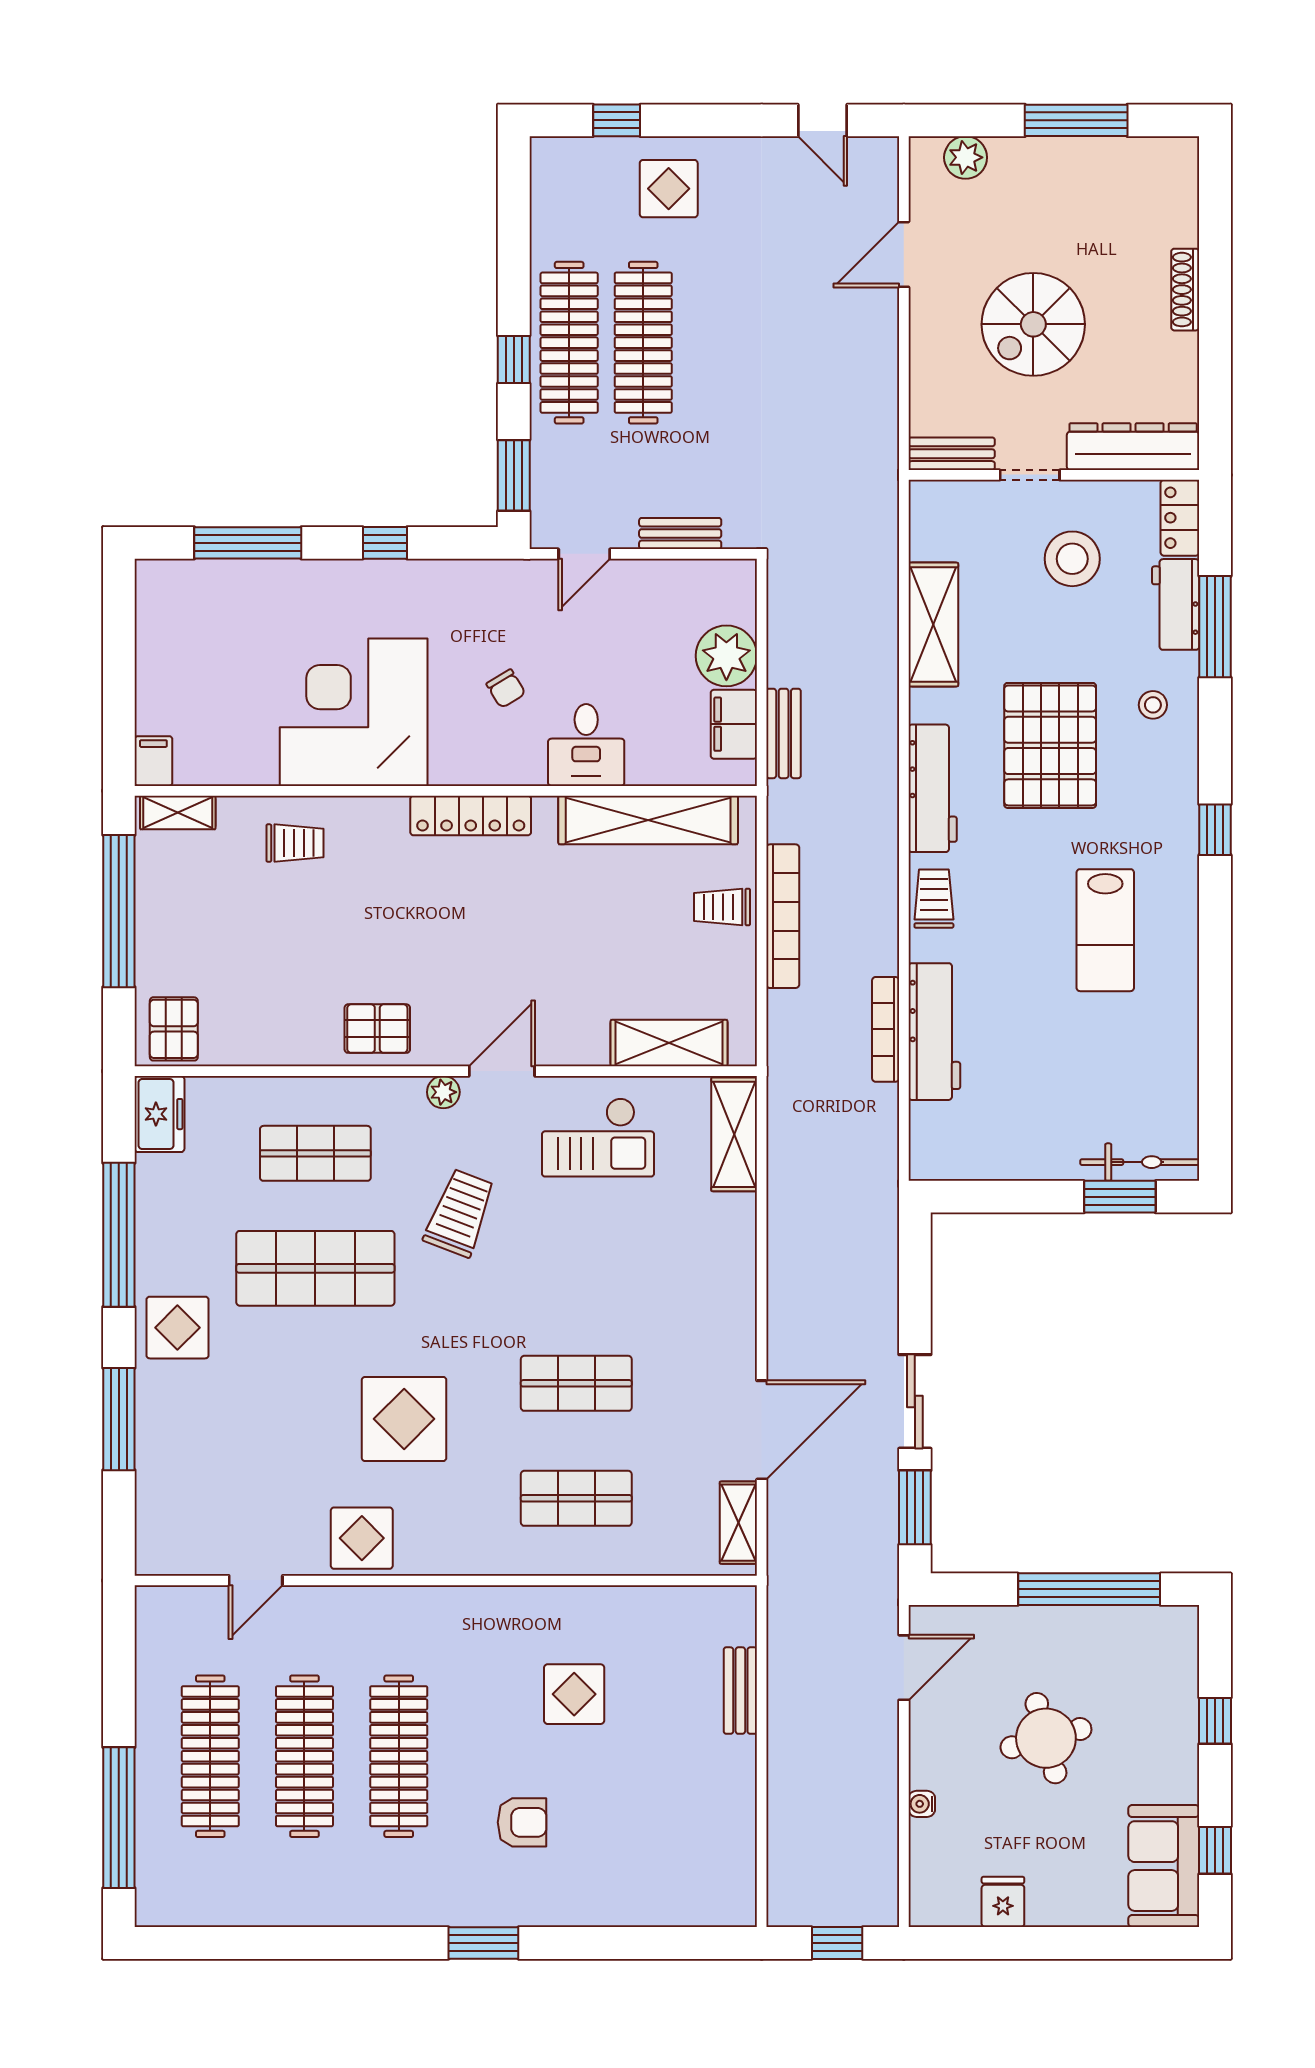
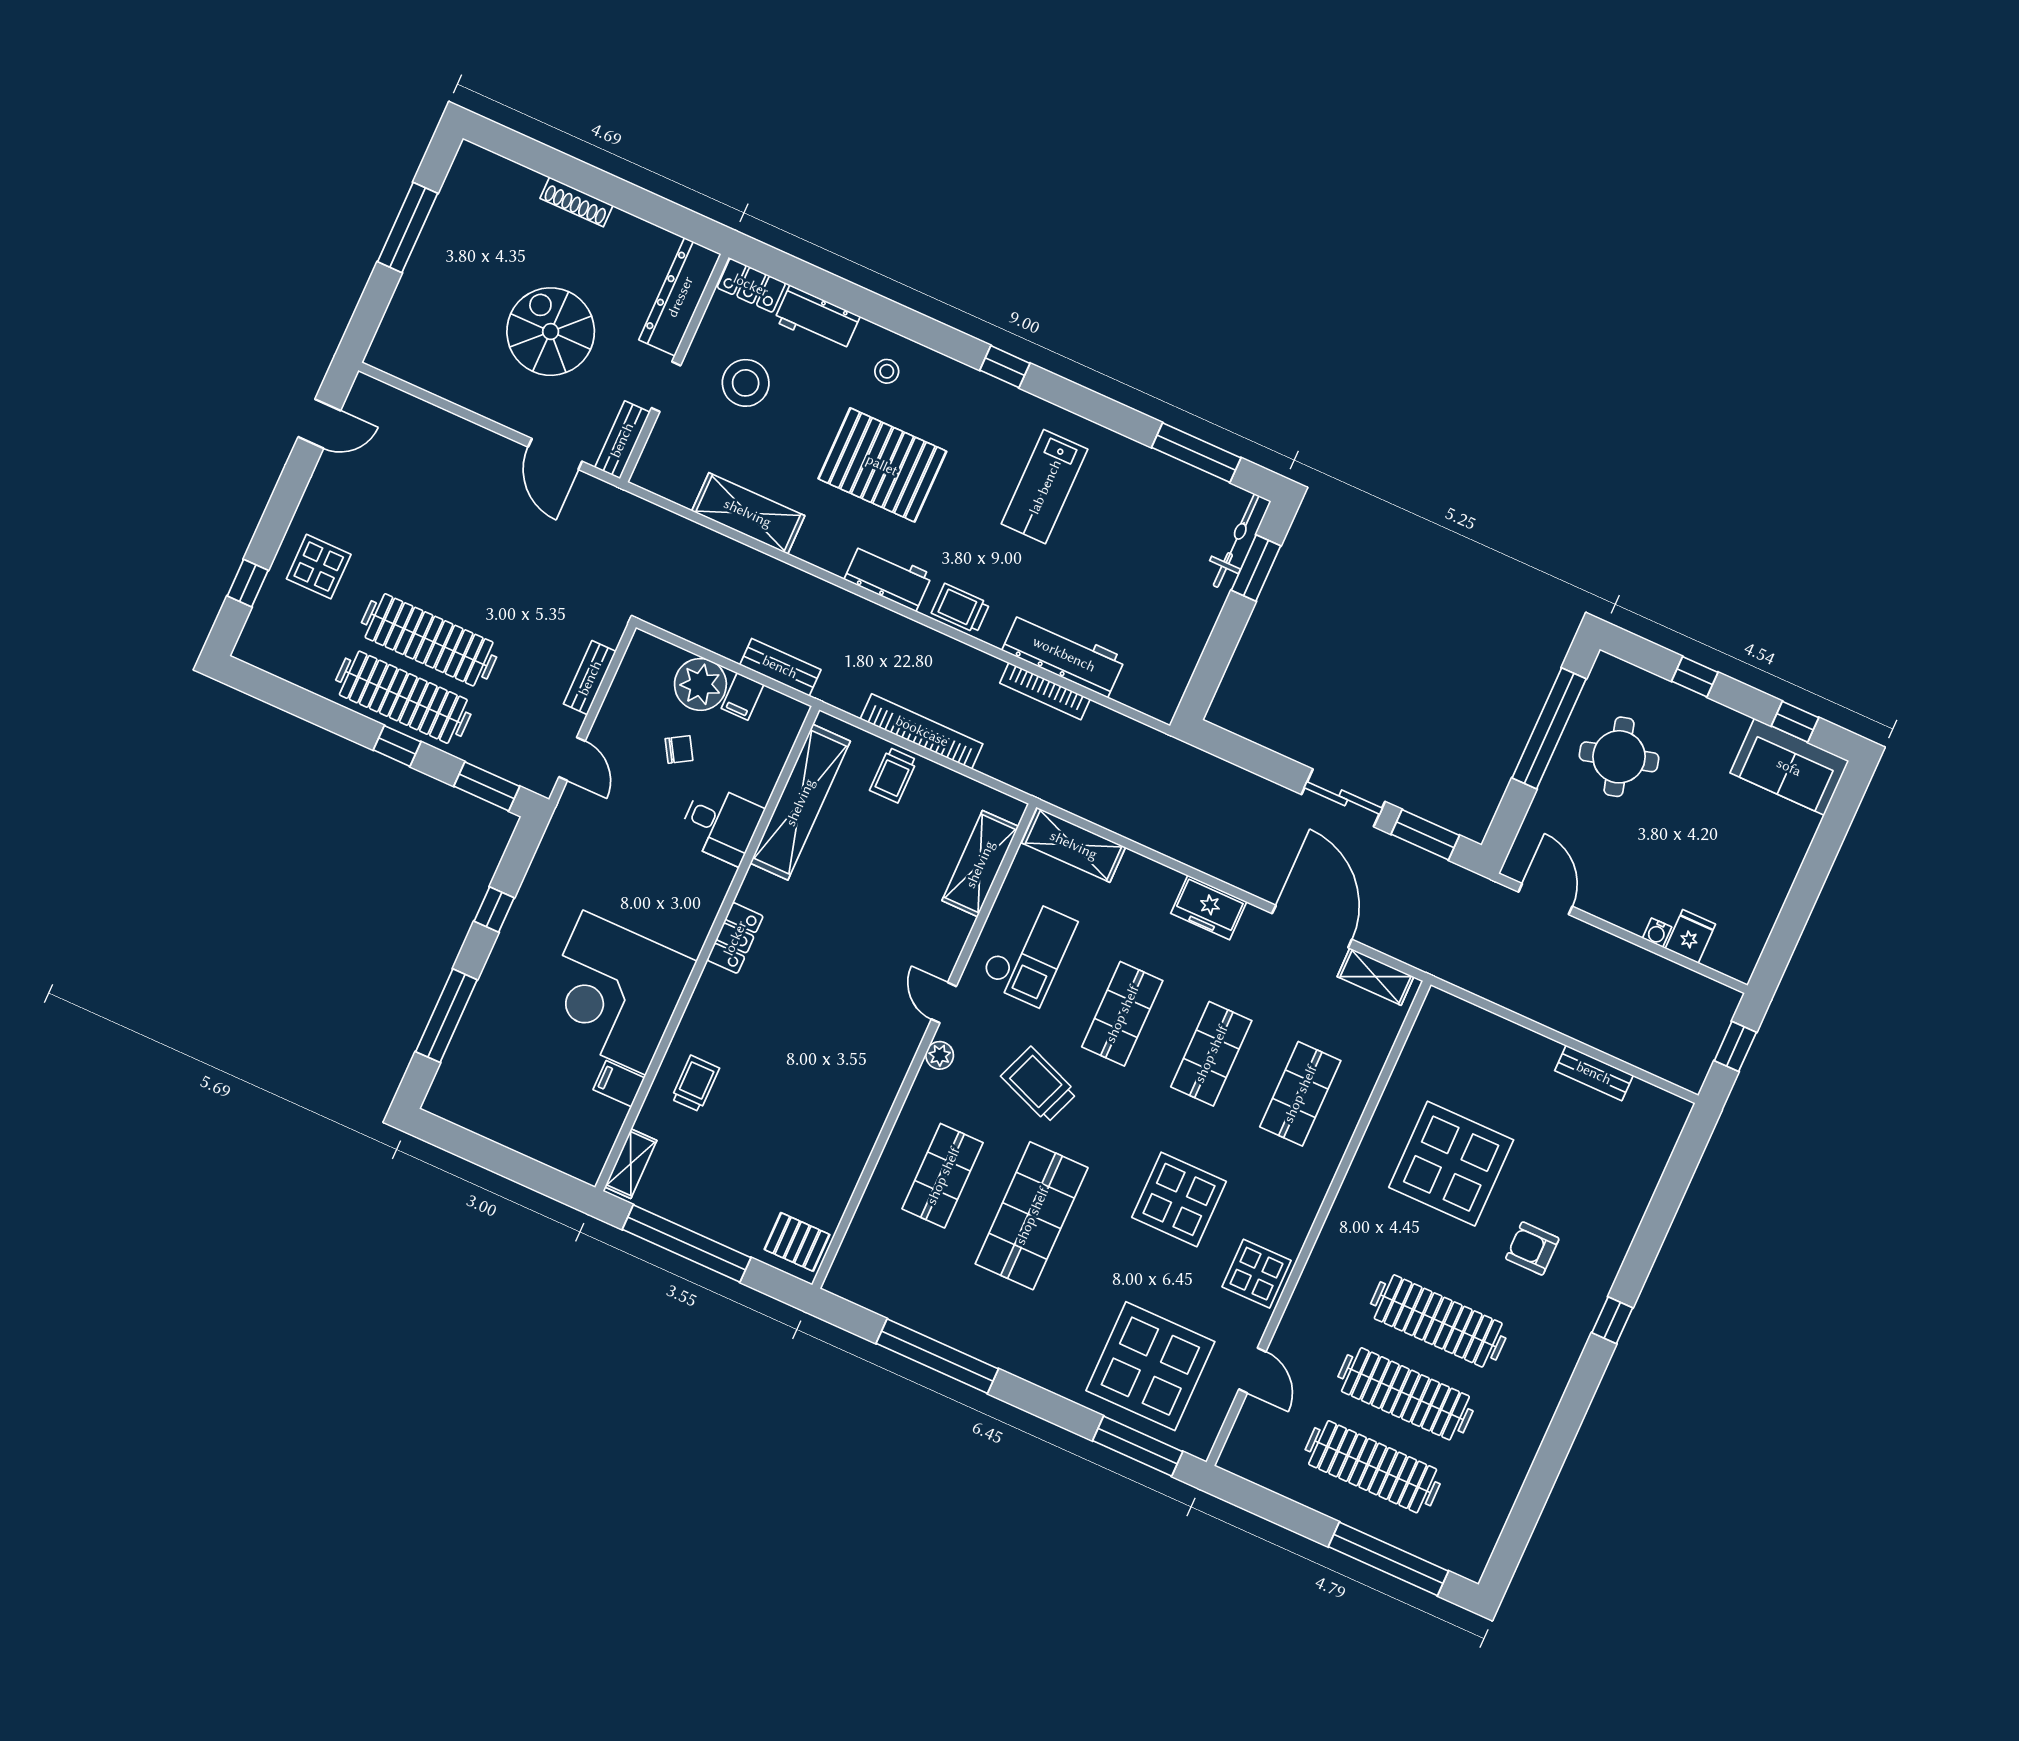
plant: (966, 157) -> (398, 326), removed
door: (904, 254) -> (555, 454), moved
spiral stairs: (1033, 324) -> (551, 332), turned 180
window: (1215, 627) -> (1196, 453), moved
chair: (506, 689) -> (679, 749), moved
filing cabinet: (734, 724) -> (743, 696), width x0.50
filing cabinet: (153, 761) -> (619, 1084), moved
workbench: (933, 788) -> (888, 577), width x0.73
locker: (471, 815) -> (735, 938), width x0.66
lab bench: (1105, 930) -> (1045, 487), turned 90
pallet: (377, 1029) -> (868, 1084), removed
door: (502, 1071) -> (944, 1003), width x0.73
freezer: (159, 1114) -> (1209, 908), moved, turned 180
shop shelf: (576, 1268) -> (1122, 1014), added
display table: (177, 1328) -> (1150, 1366), moved, width x1.86, depth x1.86
window: (119, 1419) -> (1138, 1446), moved
bench: (740, 1691) -> (1594, 1073), moved
display table: (574, 1694) -> (1451, 1164), width x1.86, depth x1.86
round table: (1046, 1738) -> (1619, 757), moved
armchair: (522, 1822) -> (1532, 1248), turned -90
fridge: (1003, 1902) -> (1690, 936), moved, turned 90
window: (483, 1943) -> (1612, 1320), width x0.67

